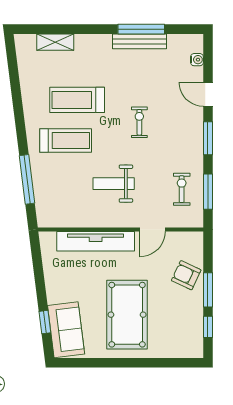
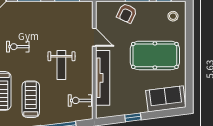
exercise bike: (182, 189) -> (80, 100), moved
window: (45, 322) -> (133, 117), moved
stool: (182, 340) -> (173, 16), added

